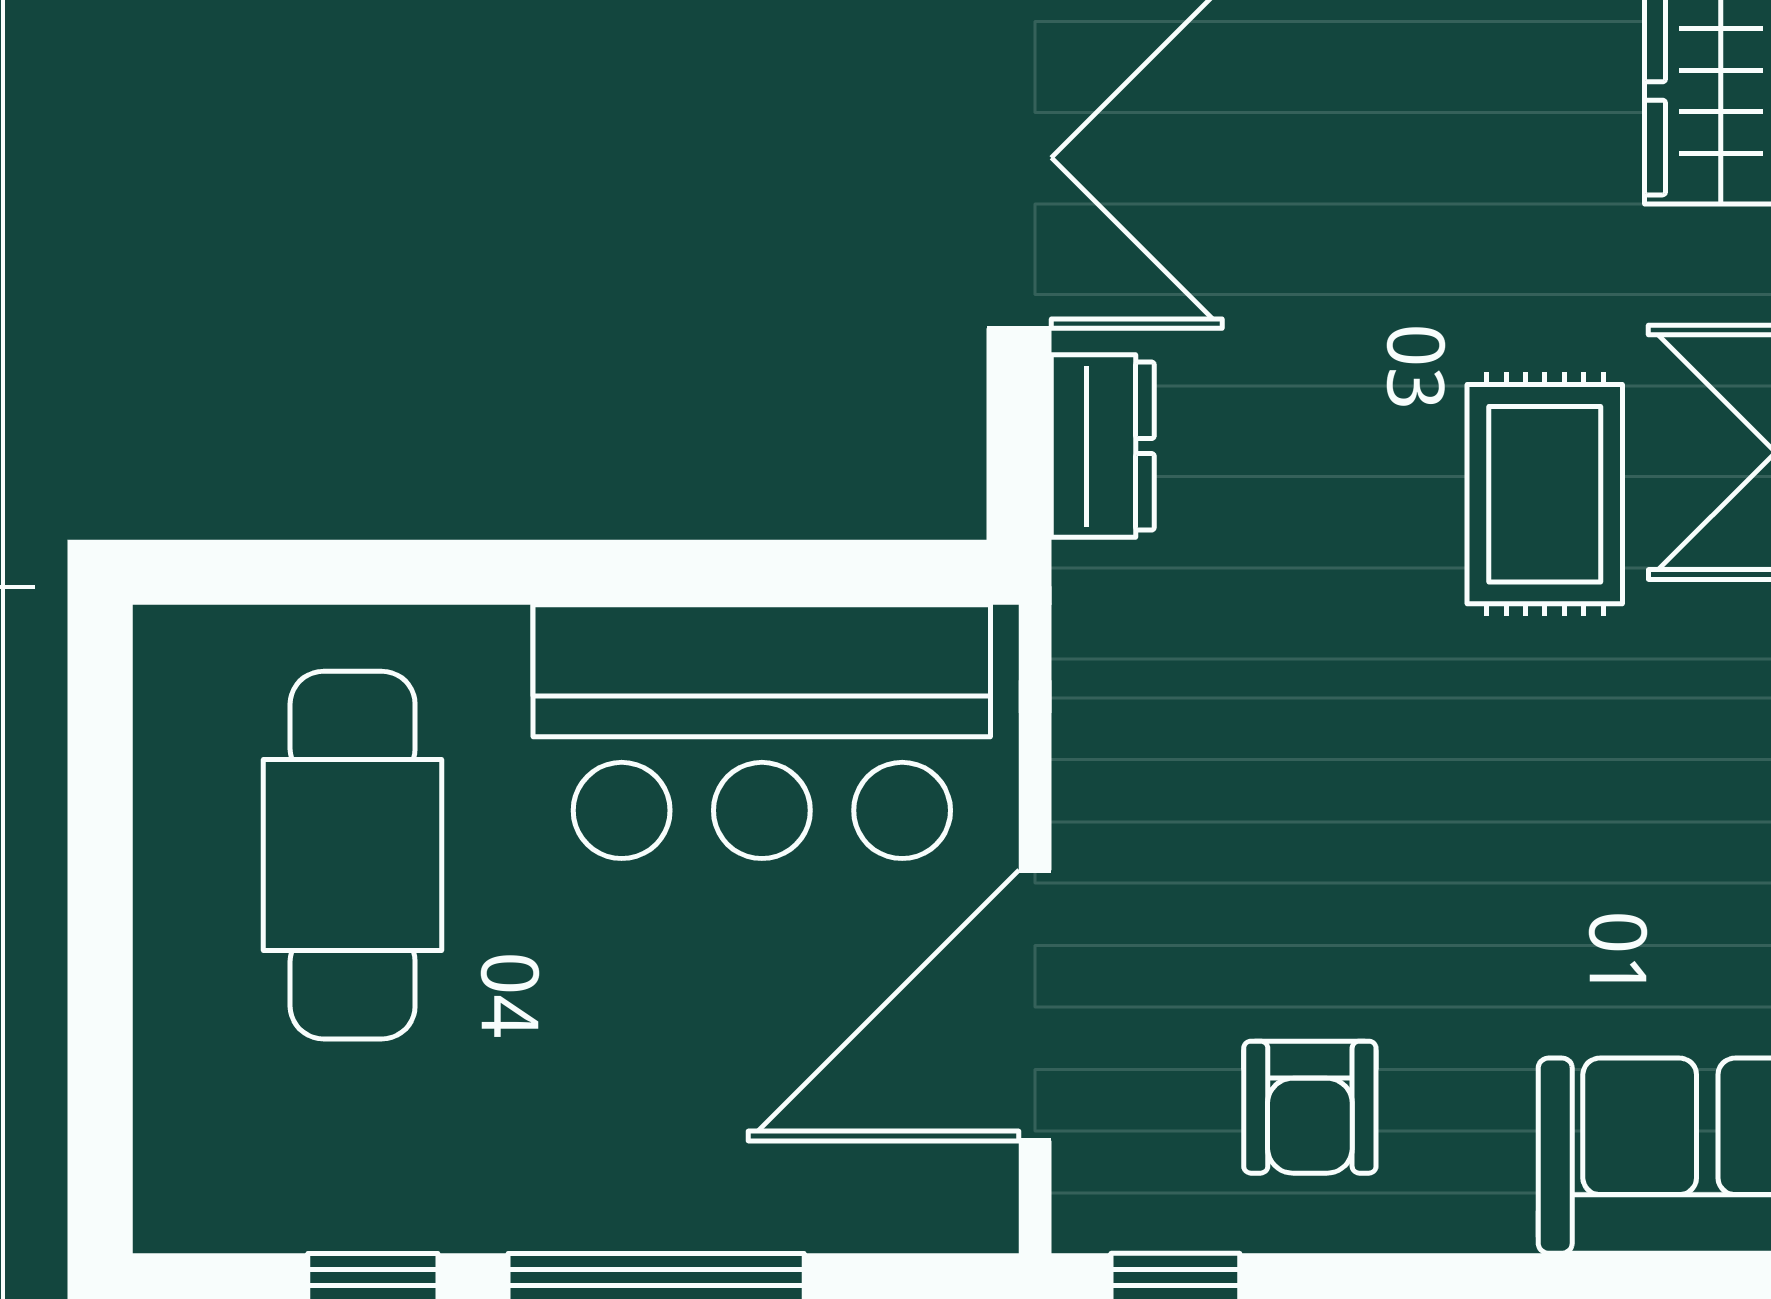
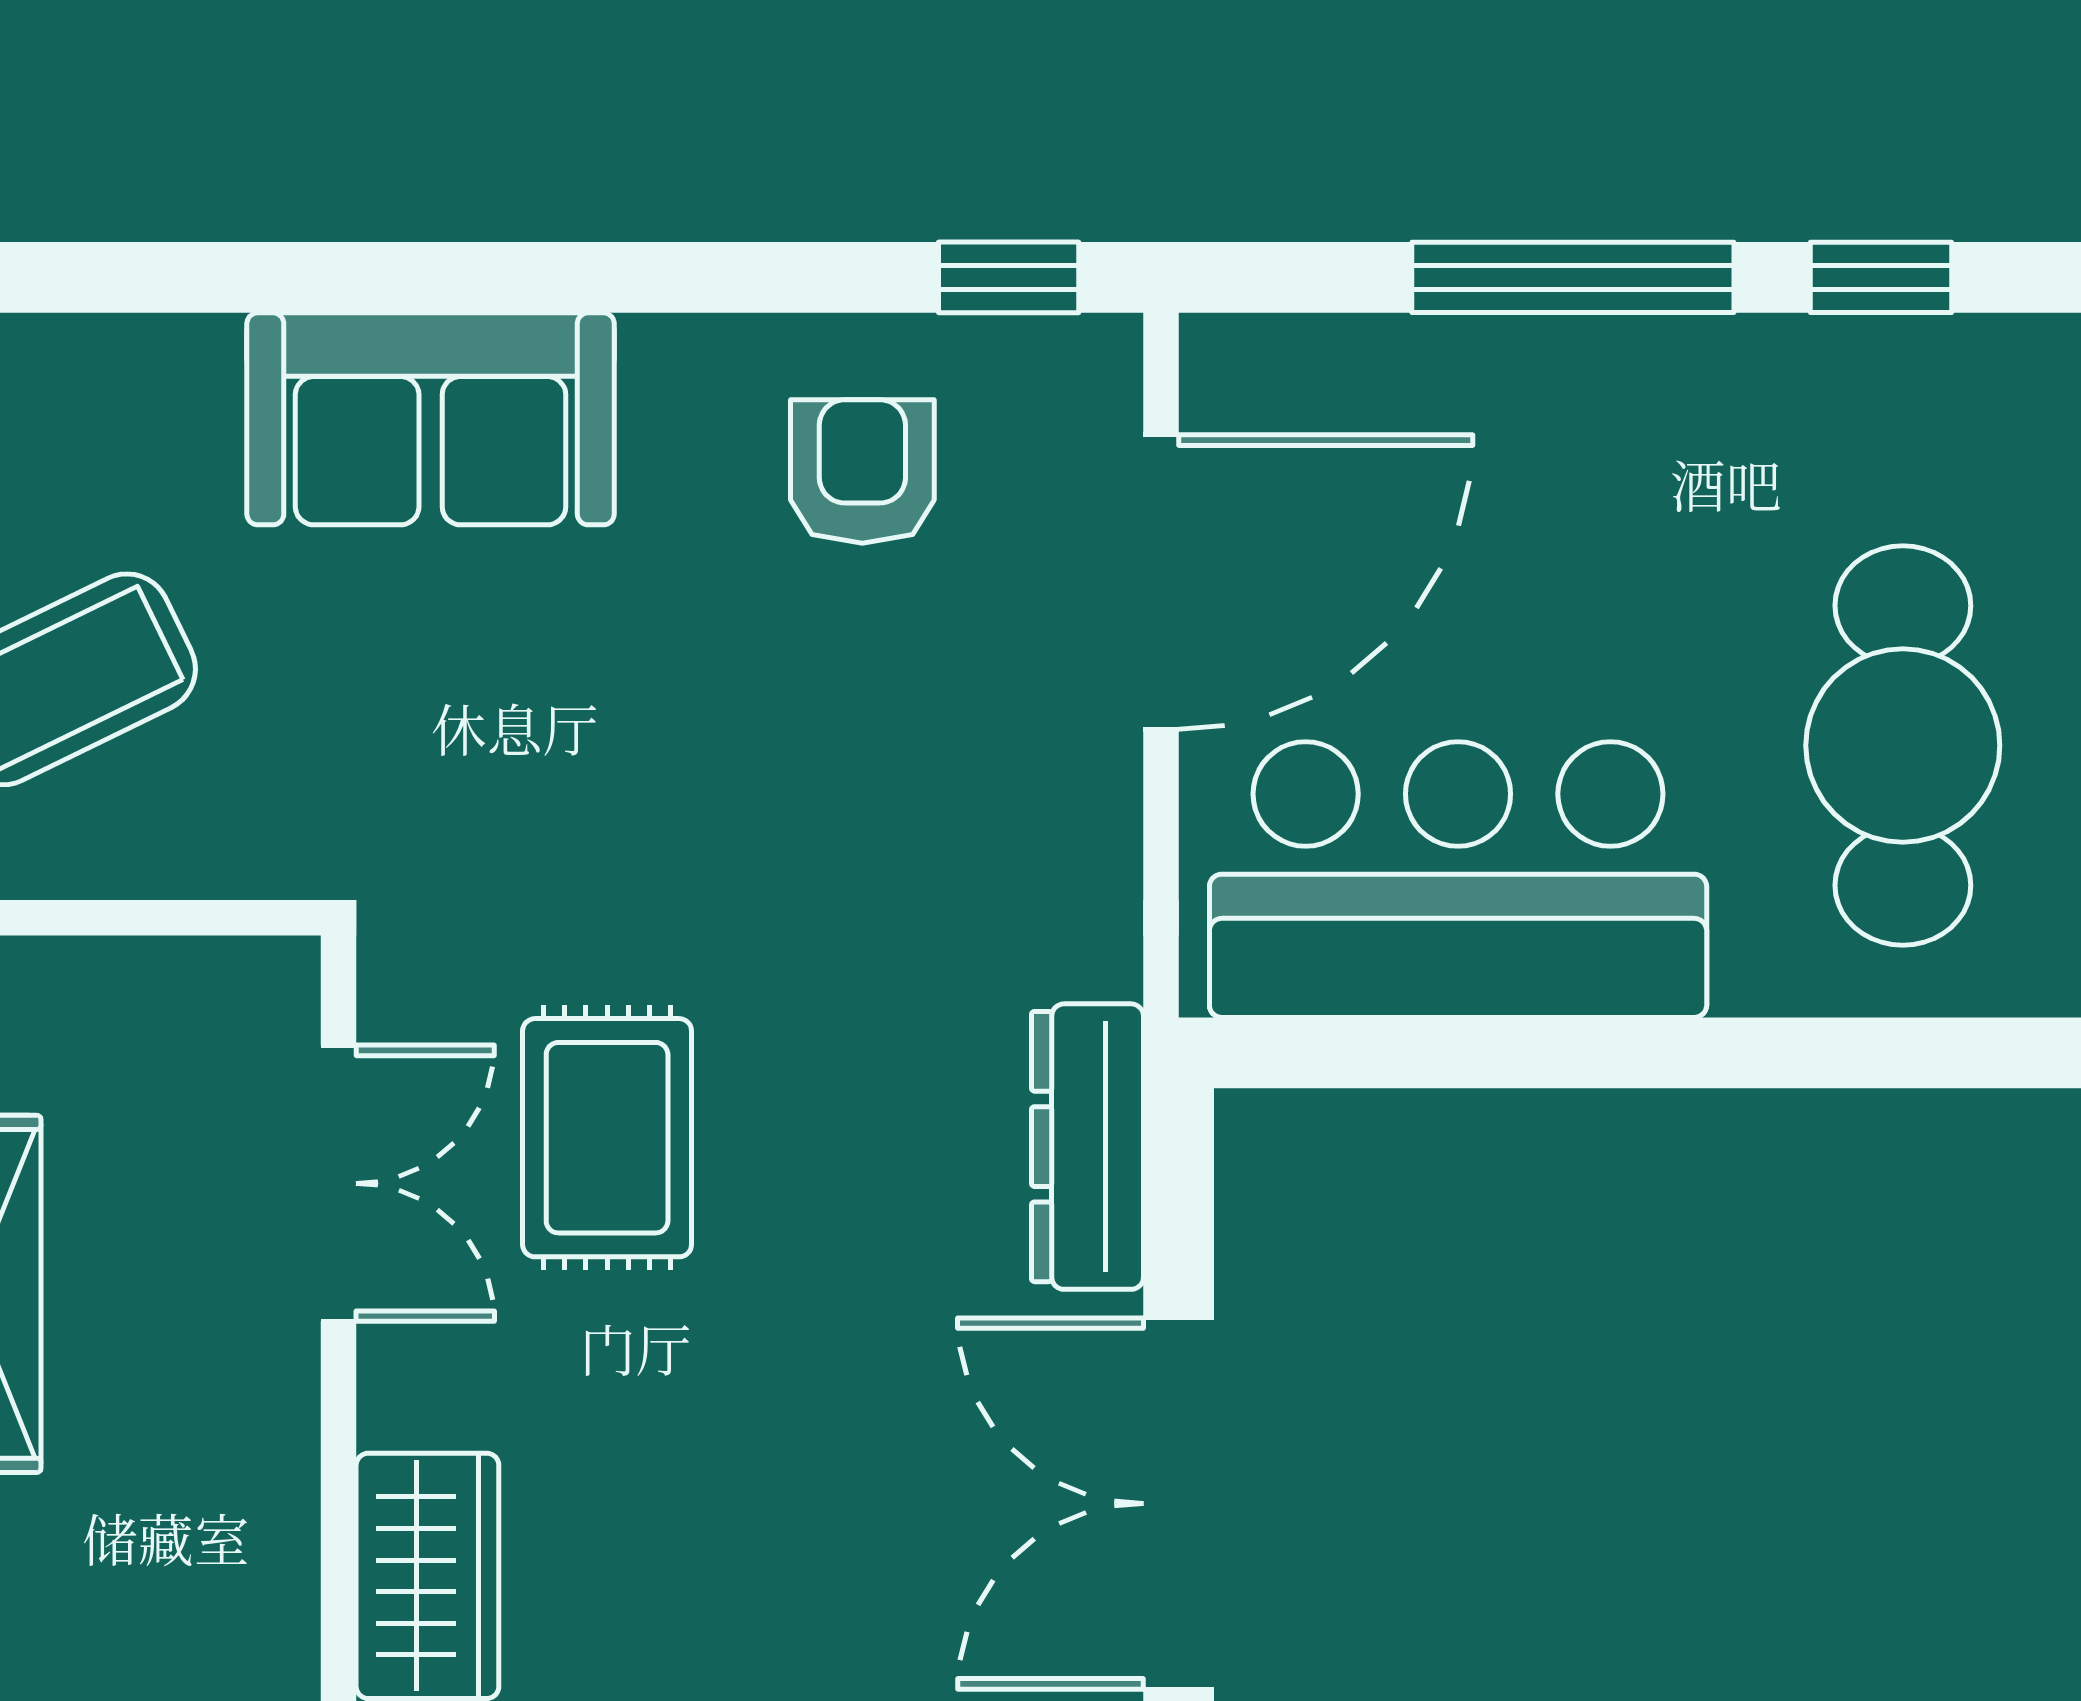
dresser: (1103, 446) -> (1087, 1147), width x1.44

